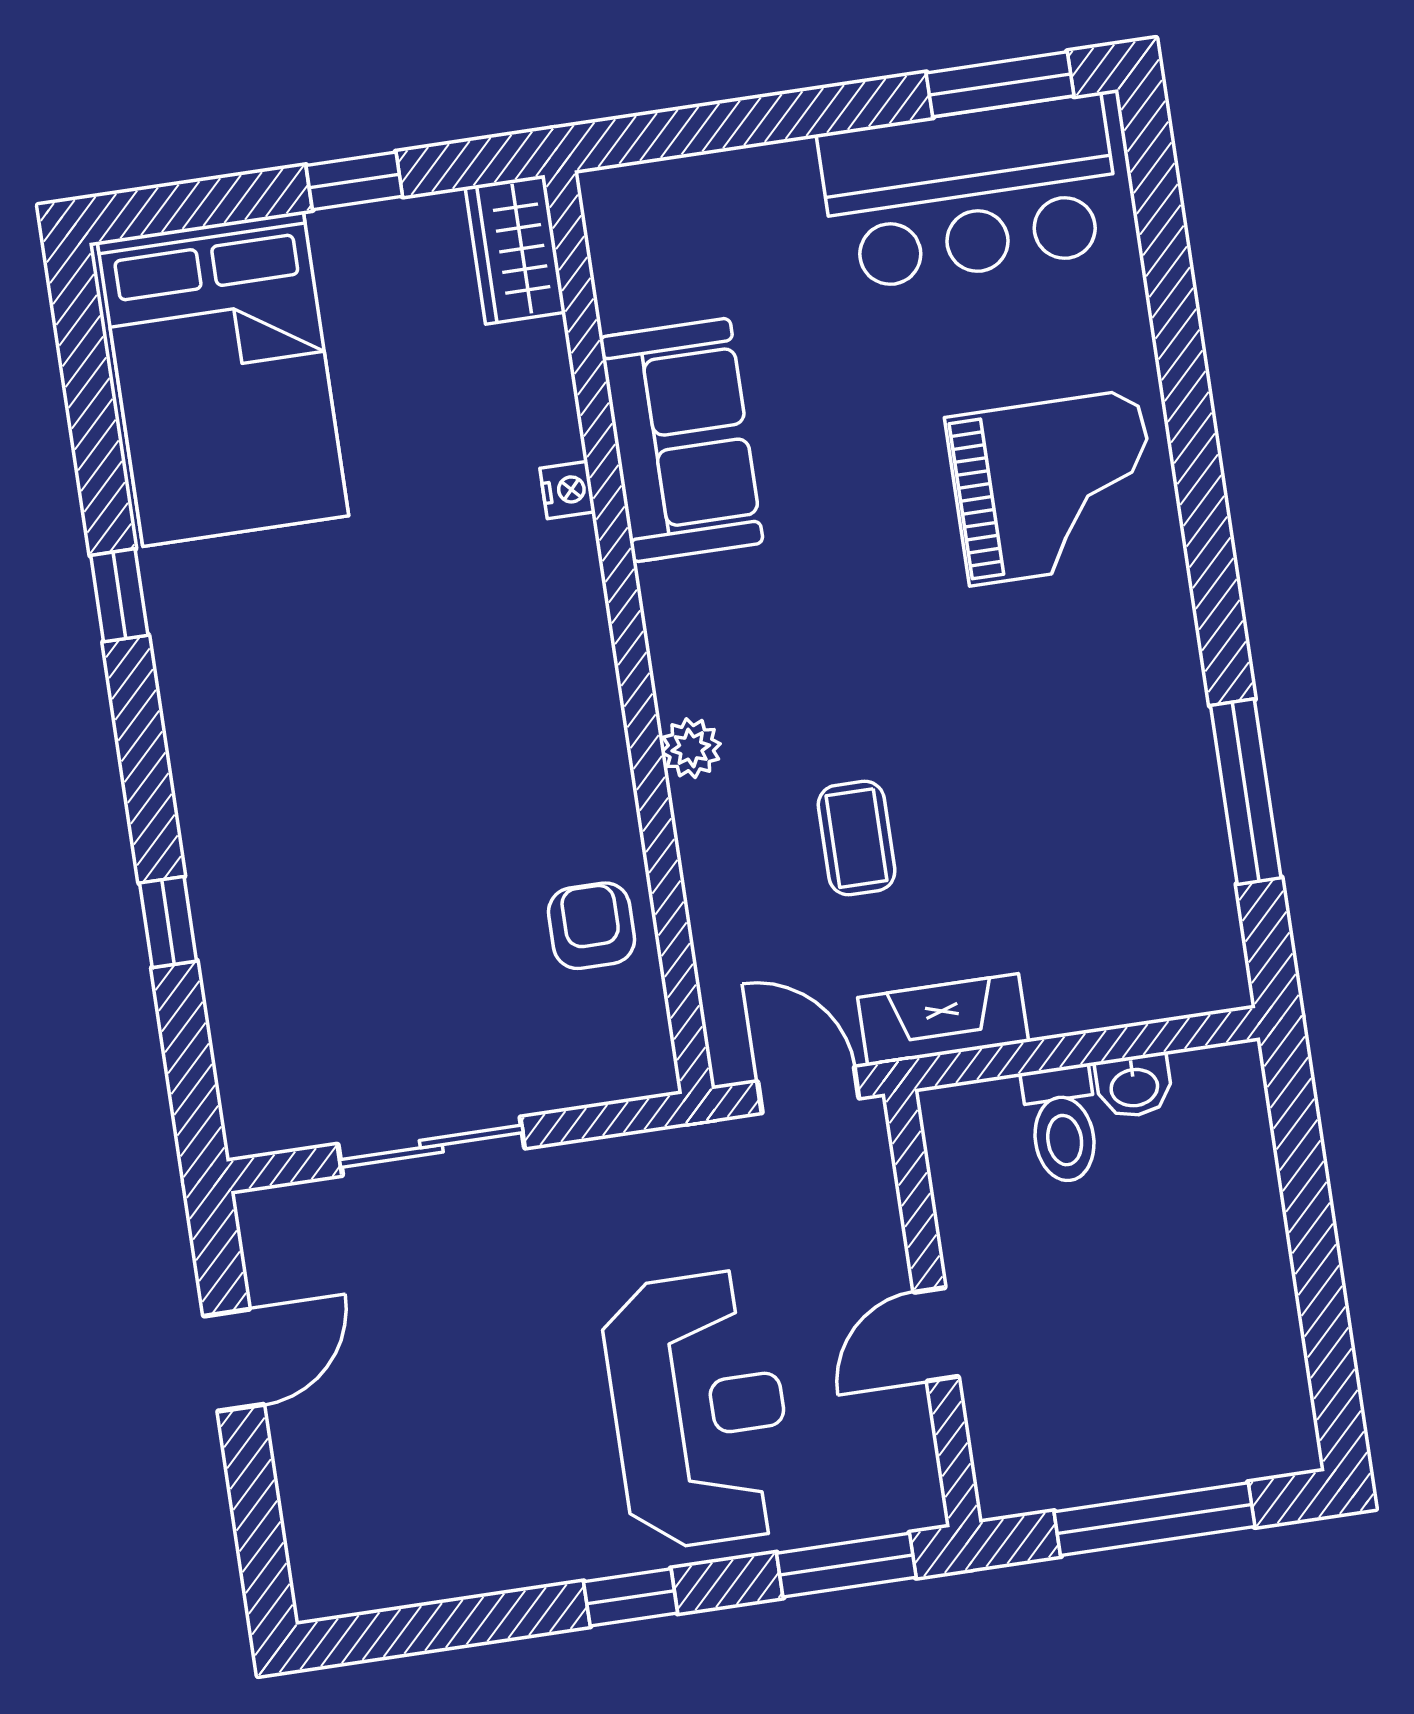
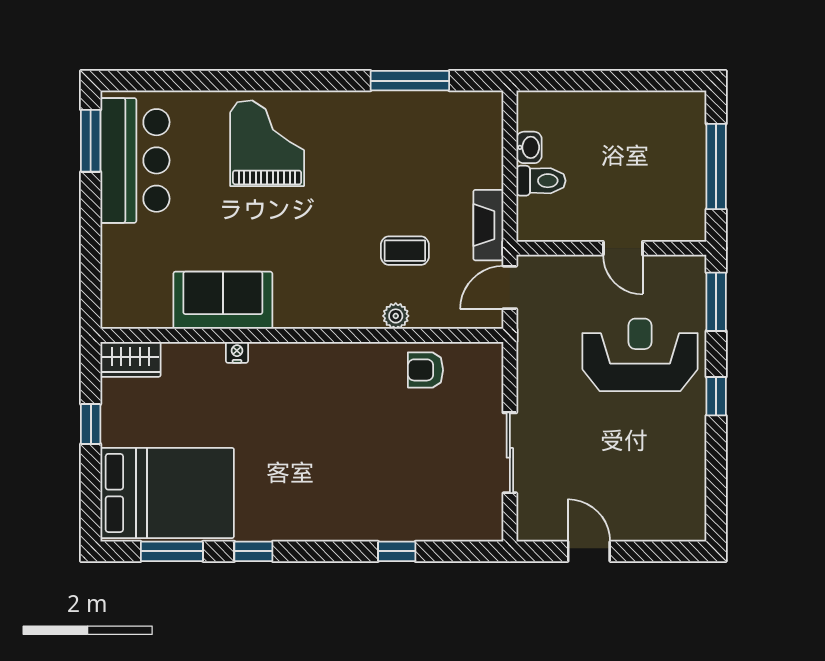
window: (91, 409) -> (172, 551), added
plant: (691, 748) -> (396, 316), moved

